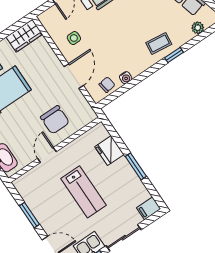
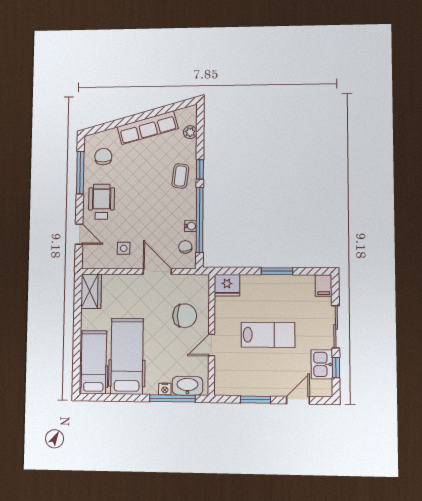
window: (135, 81) -> (200, 220), added
fridge: (109, 151) -> (227, 285), moved
door: (47, 155) -> (212, 345), hinge flipped

